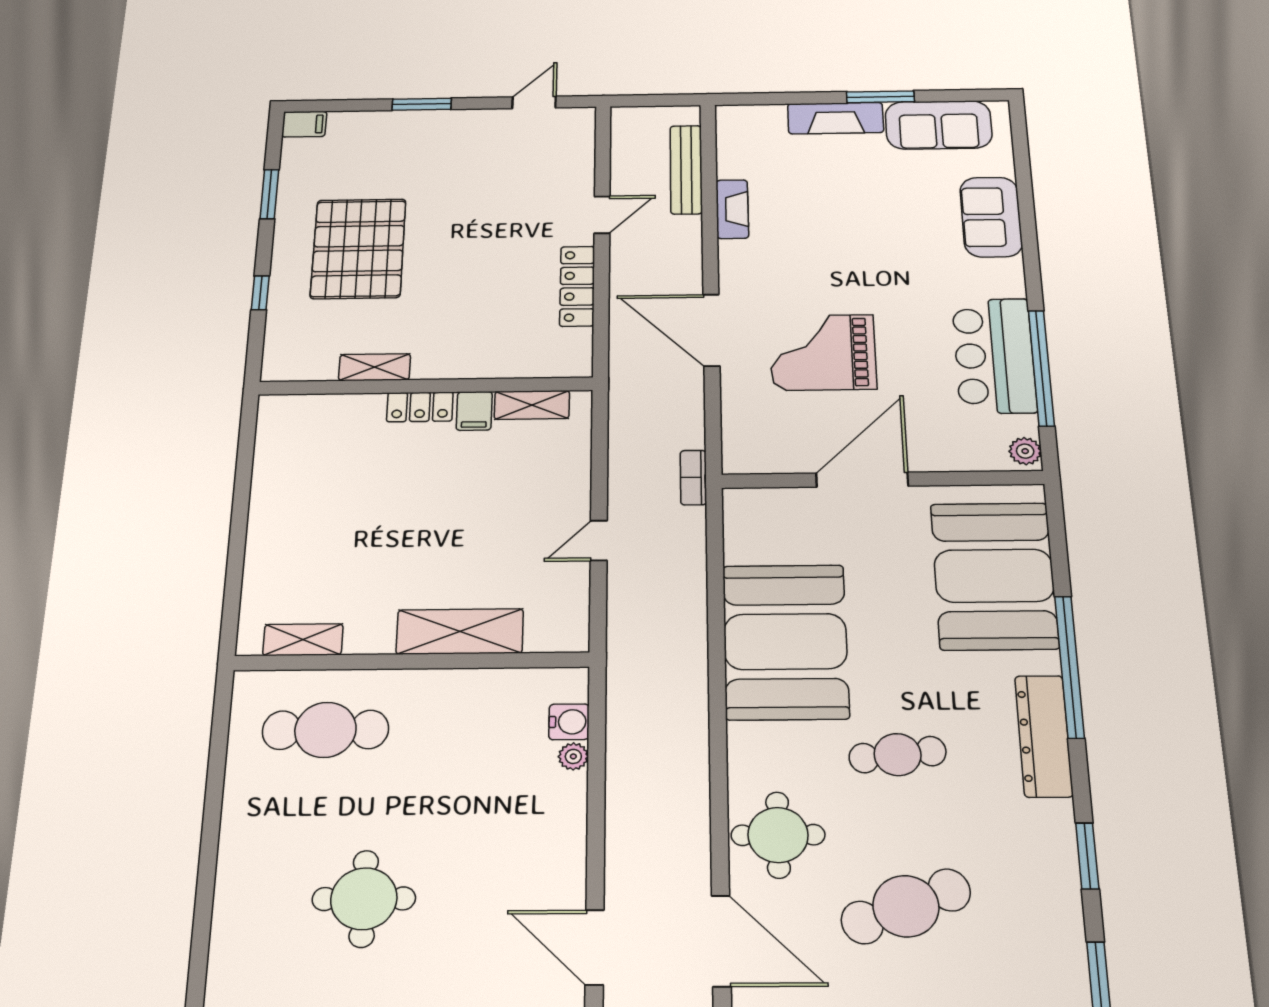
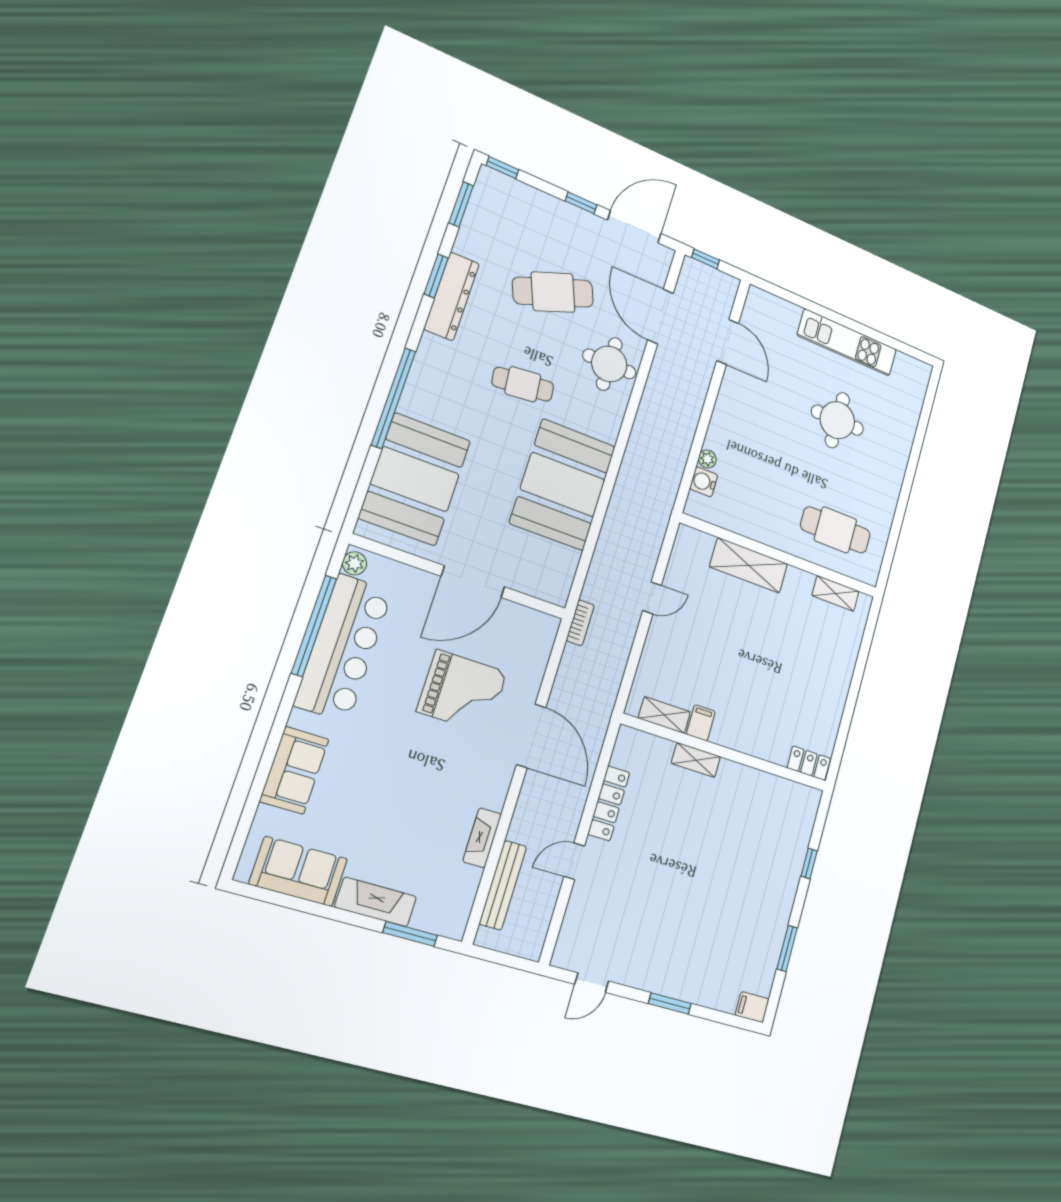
window: (880, 97) -> (410, 934), moved
pallet: (358, 248) -> (741, 882), removed
bar counter: (994, 356) -> (343, 648), width x1.36
shelving: (375, 367) -> (696, 760), moved
locker: (420, 407) -> (809, 763), moved
dresser: (1044, 736) -> (452, 296), moved

